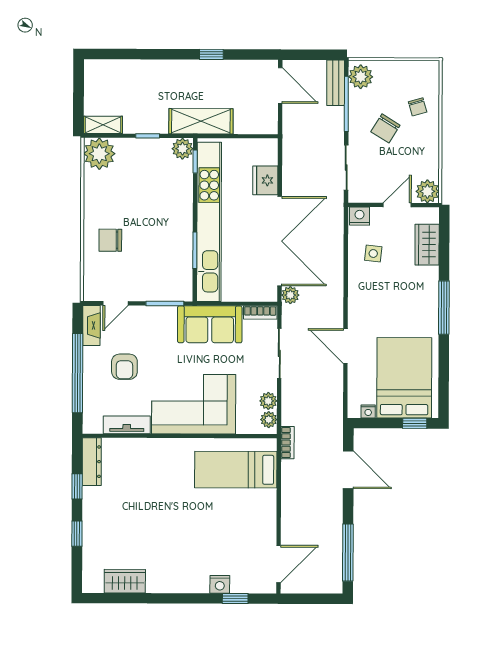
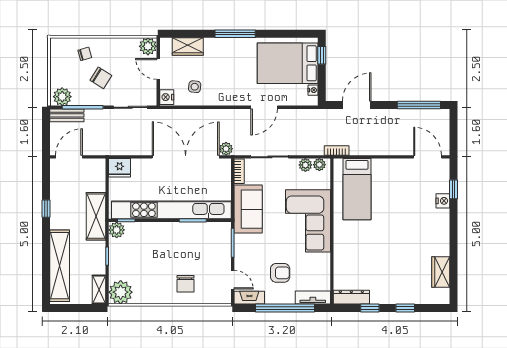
shelving: (135, 72) -> (60, 266), added
fridge: (265, 180) -> (120, 168), moved
tv unit: (127, 425) -> (313, 297), moved, turned 90

